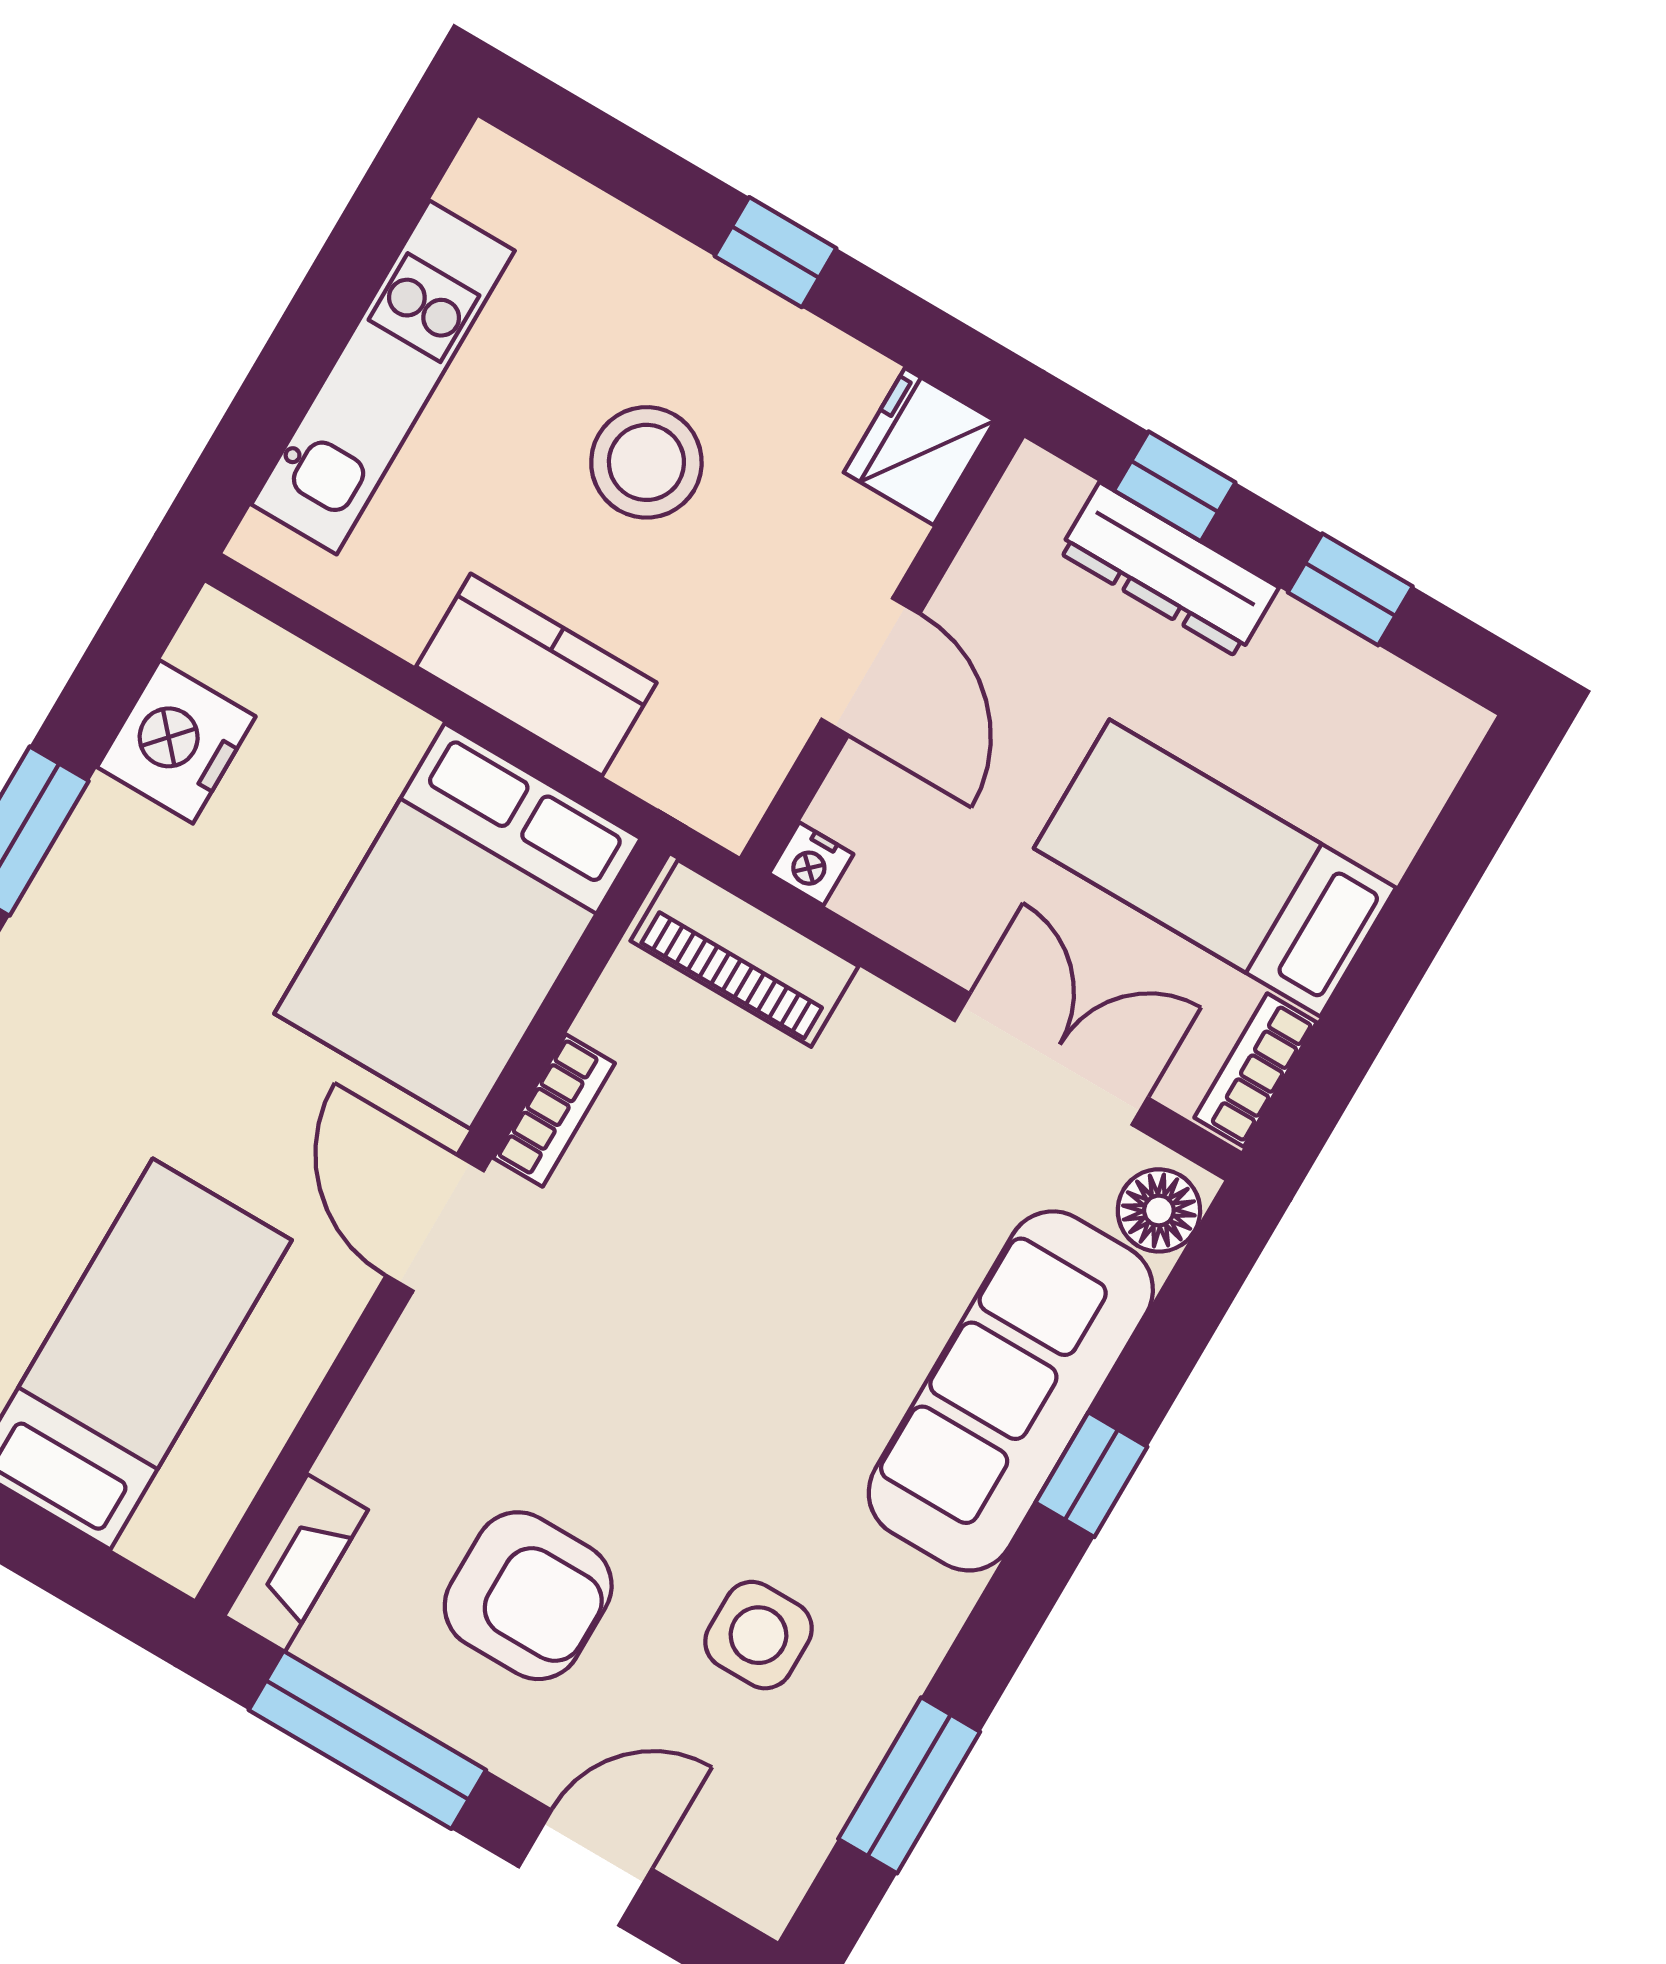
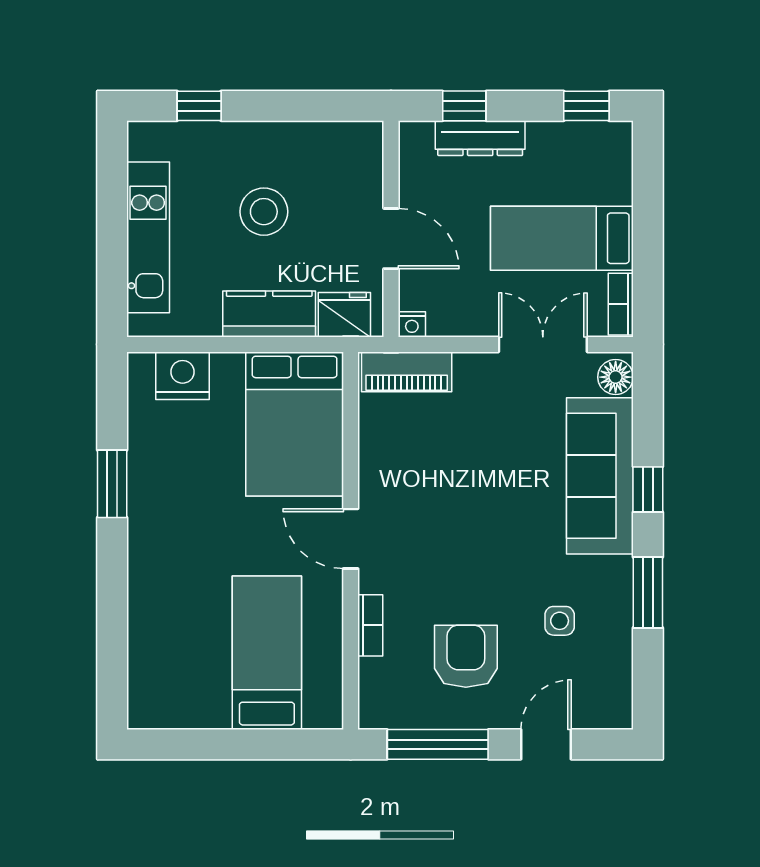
window: (775, 252) -> (199, 106), moved
fridge: (919, 447) -> (344, 315), moved, turned 90
window: (1350, 589) -> (586, 106), moved
nightstand: (176, 742) -> (182, 376), moved, turned 90
bookcase: (554, 1110) -> (370, 625), moved
fireplace: (296, 1563) -> (373, 694), removed
armchair: (528, 1596) -> (466, 656), turned -90
side table: (758, 1635) -> (560, 621), width x0.73, depth x0.73
window: (909, 1785) -> (648, 592), moved

